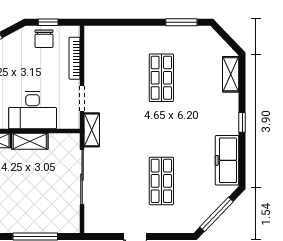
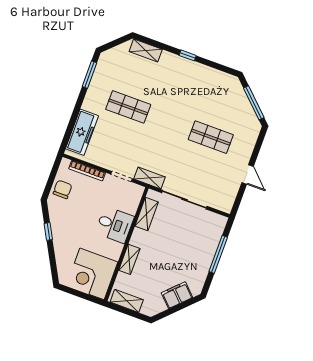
window: (48, 22) -> (51, 181), removed
chair: (44, 39) -> (62, 189), turned -90
desk: (33, 110) -> (115, 225), width x0.73
shelving: (30, 141) -> (147, 214), moved
freezer: (227, 160) -> (82, 132), moved, turned -90

